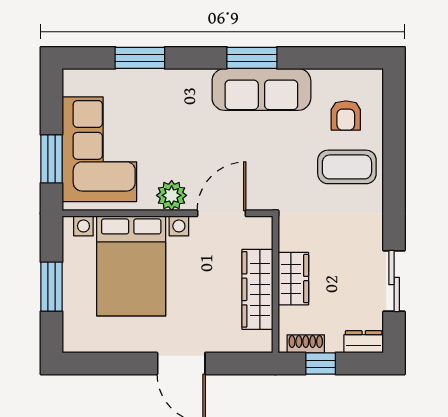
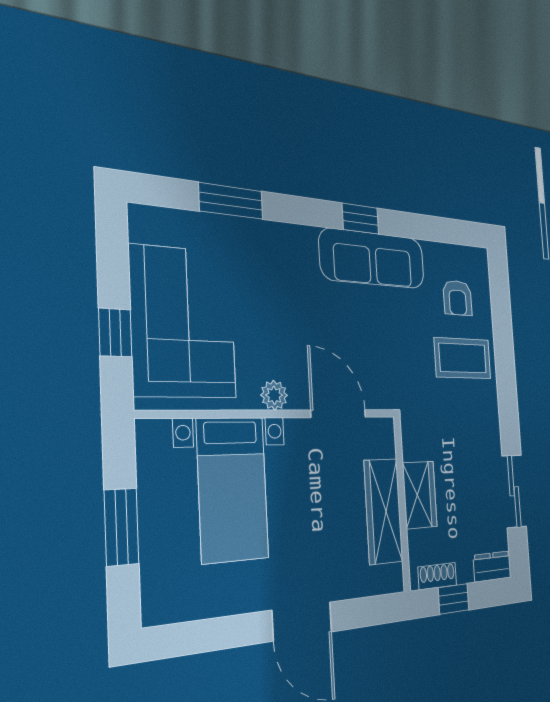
window: (252, 58) -> (361, 219), width x0.67
window: (52, 159) -> (115, 333), width x0.67
plant: (172, 195) -> (274, 395), width x0.73, depth x0.73
door: (221, 213) -> (339, 414), hinge flipped
bed with nightstands: (131, 266) -> (233, 489), width x0.73

